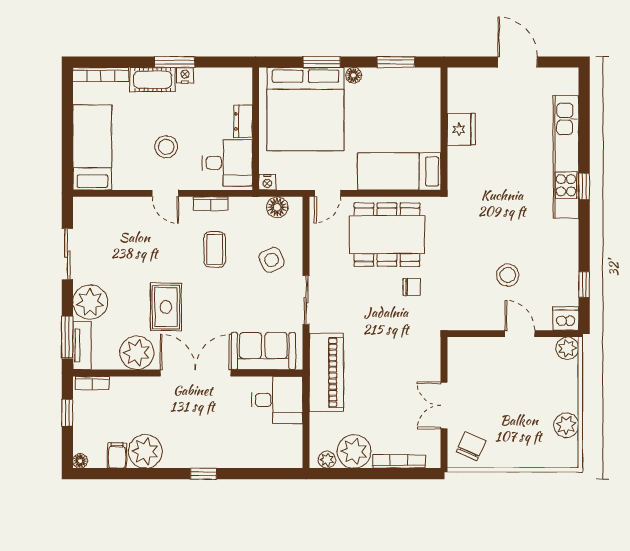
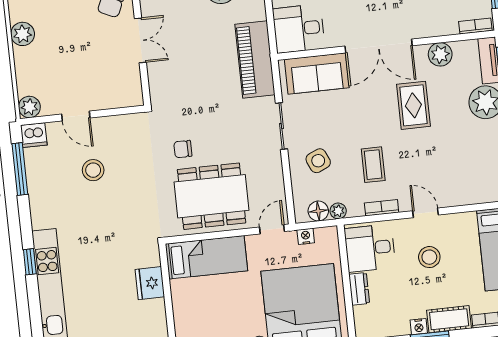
fridge: (461, 129) -> (150, 283), moved
nightstand: (267, 182) -> (306, 236), moved
plant: (256, 205) -> (338, 211), added
window: (584, 284) -> (20, 169), width x2.17
plant: (137, 353) -> (440, 54), width x0.73, depth x0.73

